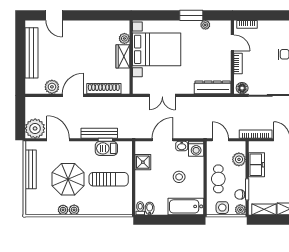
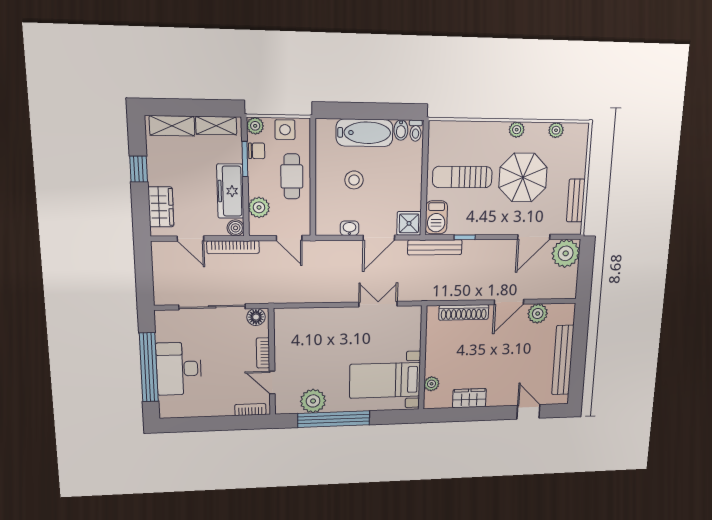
window: (191, 15) -> (334, 419), width x2.11
plant: (205, 25) -> (313, 401), width x1.88, depth x1.88
bed with nightstands: (157, 49) -> (385, 380), width x0.73
wardrobe: (123, 56) -> (469, 398), moved, turned -90
dresser: (213, 87) -> (302, 317), removed
bench: (99, 133) -> (435, 247), moved
door: (58, 140) -> (534, 237), hinge flipped
boiler: (254, 146) -> (236, 228), added
barbecue: (106, 148) -> (436, 217), moved, turned 90
washing machine: (196, 149) -> (327, 224), removed
shower: (143, 162) -> (409, 223), moved
freezer: (256, 165) -> (230, 191), width x1.40
bench: (31, 169) -> (576, 201), width x0.73
bathtub: (186, 206) -> (365, 133), moved
plant: (63, 210) -> (556, 130), moved

